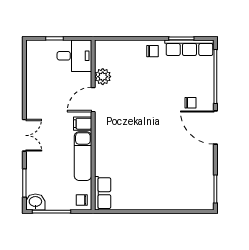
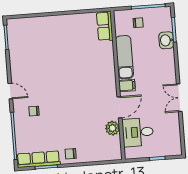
desk: (74, 56) -> (138, 132), moved
door: (215, 127) -> (10, 91), width x0.53
double door: (24, 135) -> (179, 98), moved
chair: (82, 200) -> (138, 23), moved
washbasin: (35, 202) -> (166, 40), moved, turned 90

